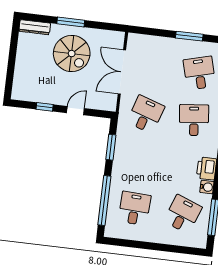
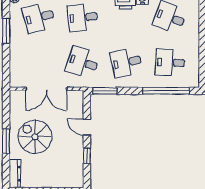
spiral stairs: (72, 54) -> (35, 137), turned -90
window: (111, 147) -> (105, 91), moved
desk: (140, 161) -> (126, 62), added

